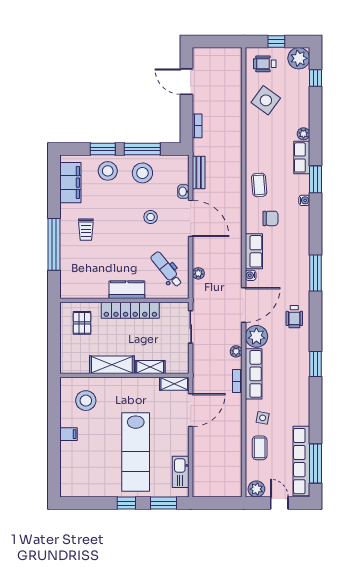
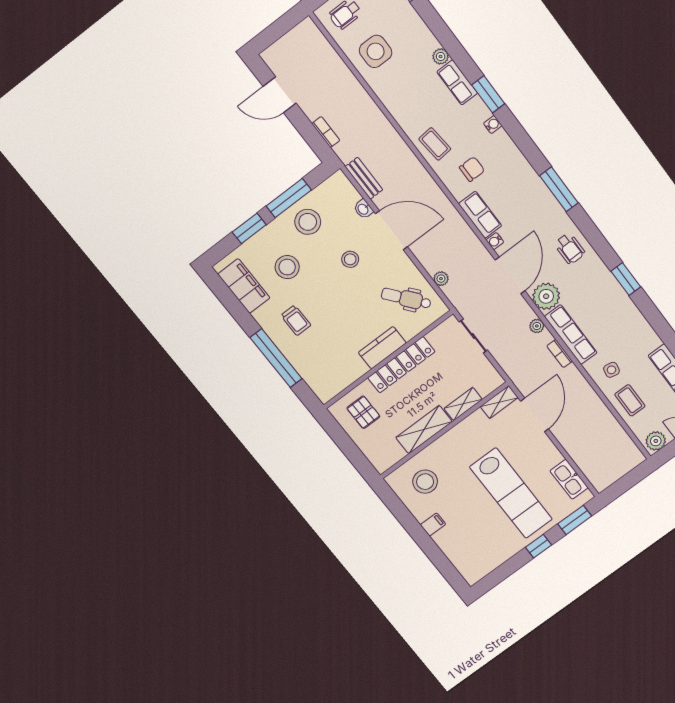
side table: (266, 100) -> (376, 51), turned -36
stool: (108, 171) -> (287, 267), moved

